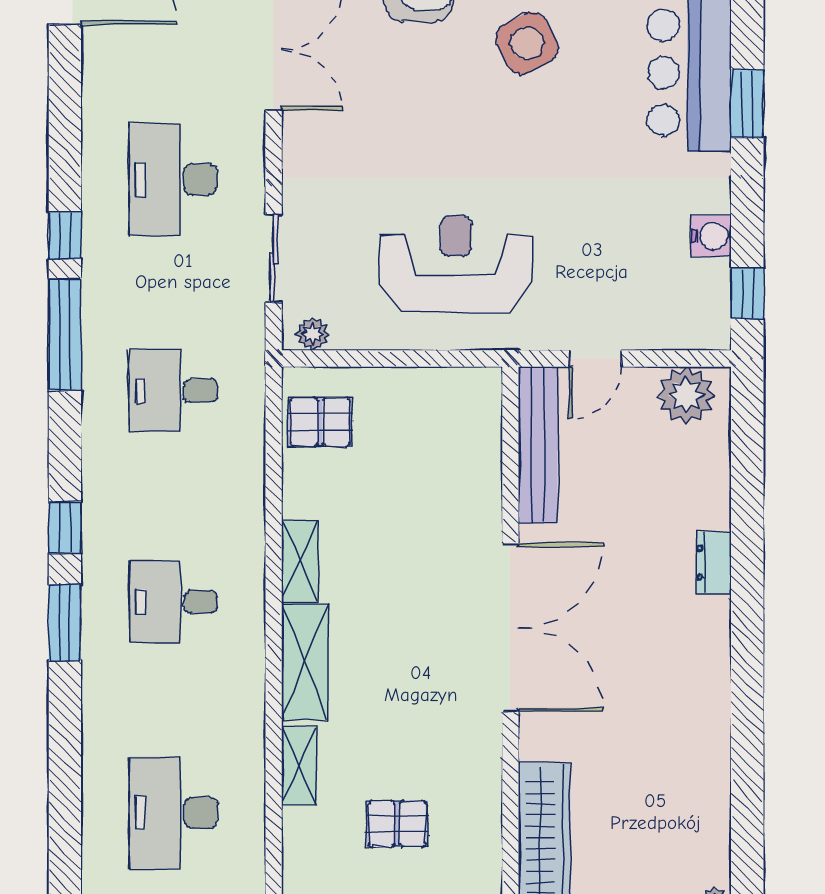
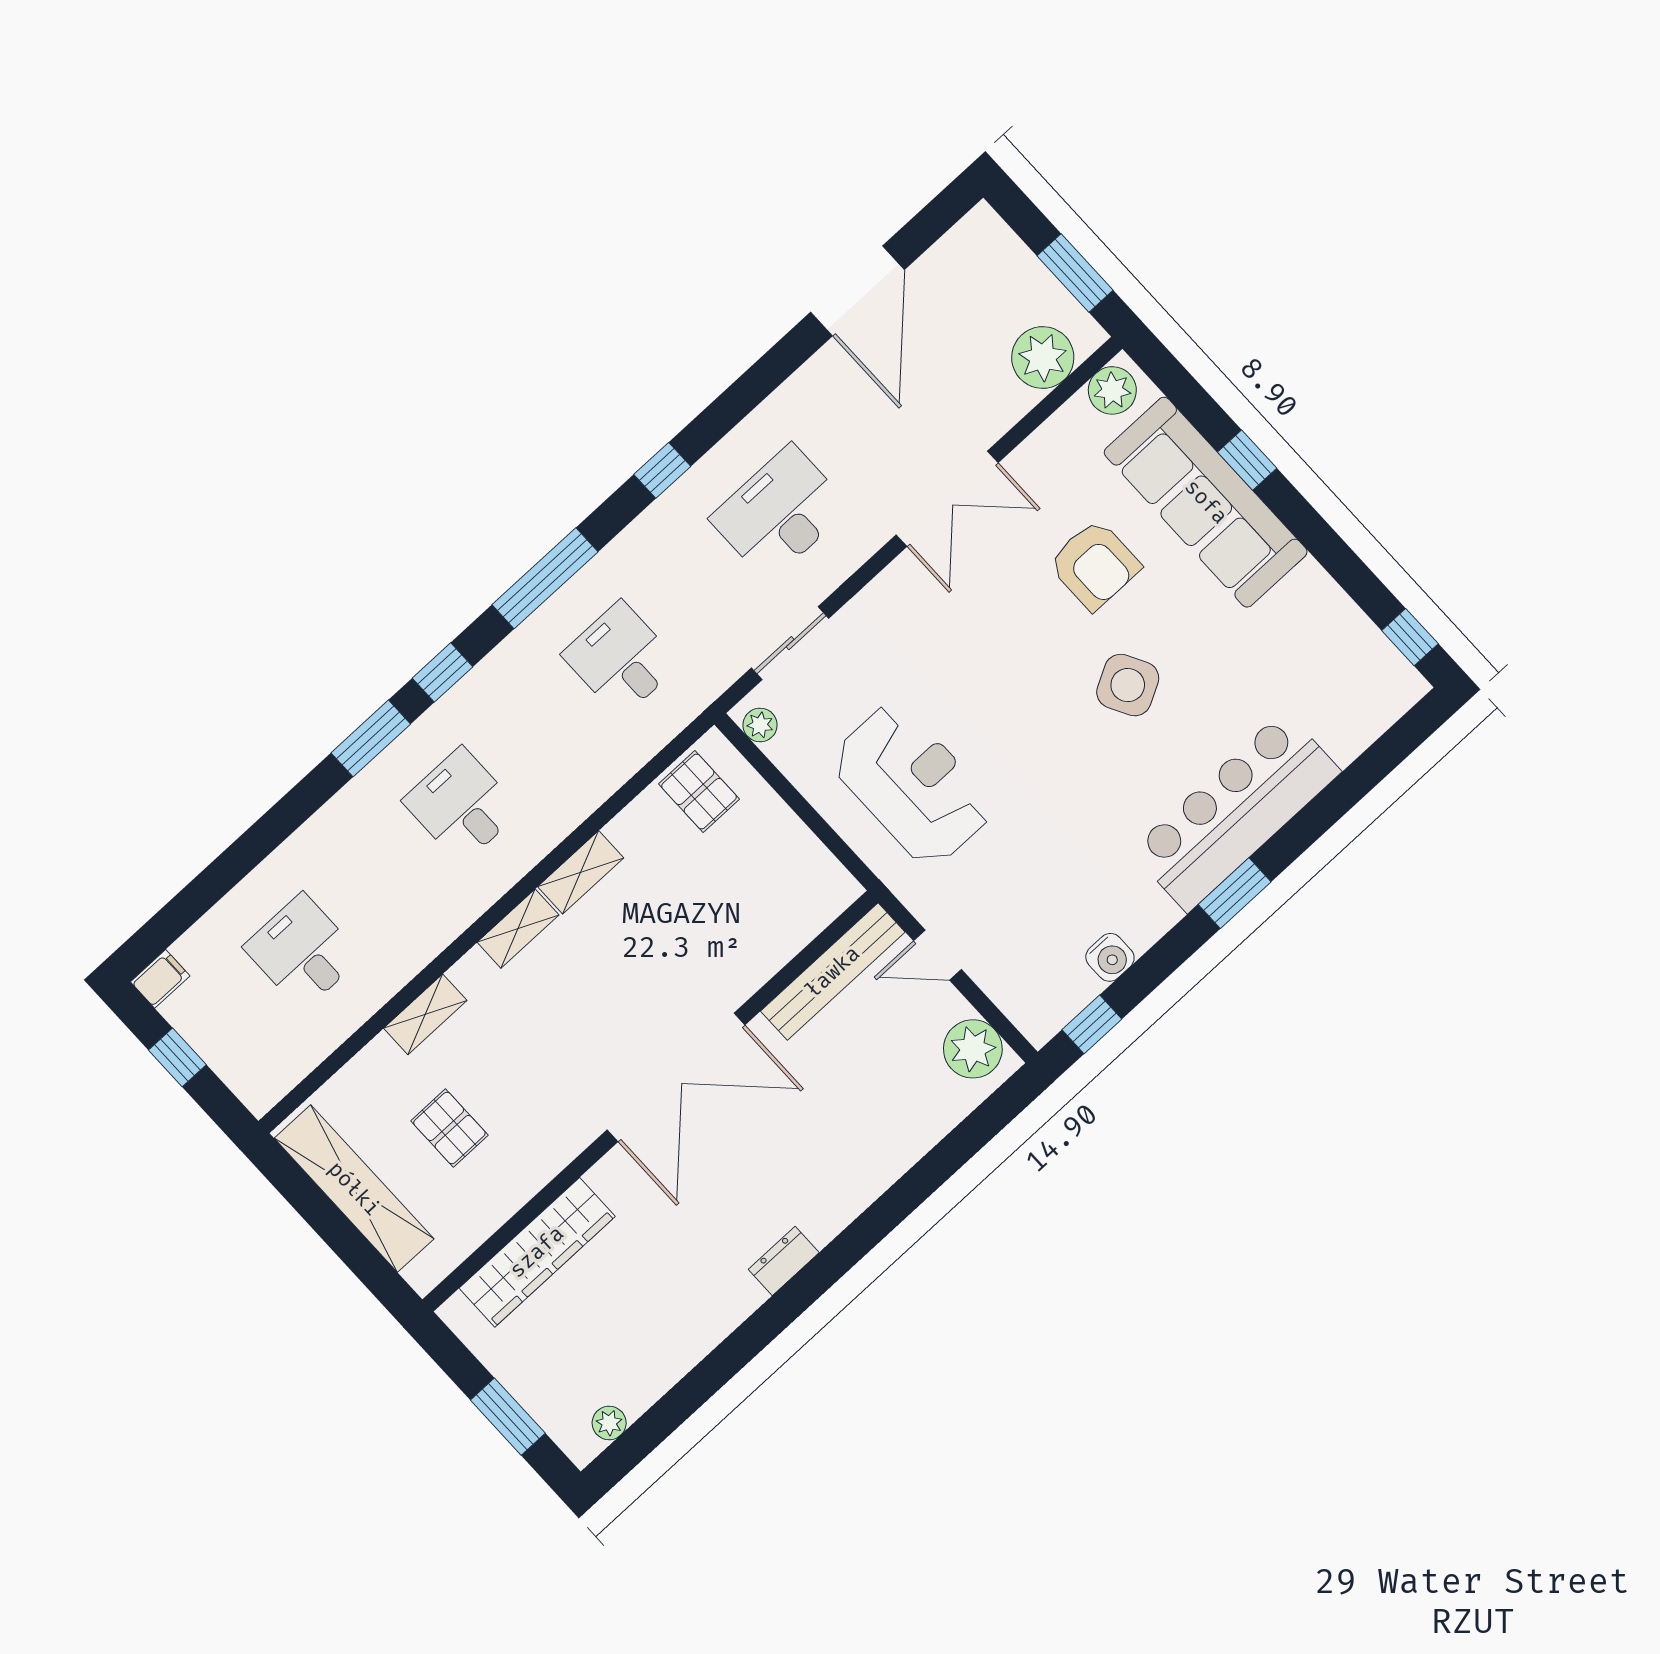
window: (65, 335) -> (545, 578), moved
dresser: (714, 563) -> (784, 1261), moved
shelving: (305, 662) -> (518, 929), width x0.67, depth x0.75
desk: (173, 813) -> (303, 952), width x0.73

